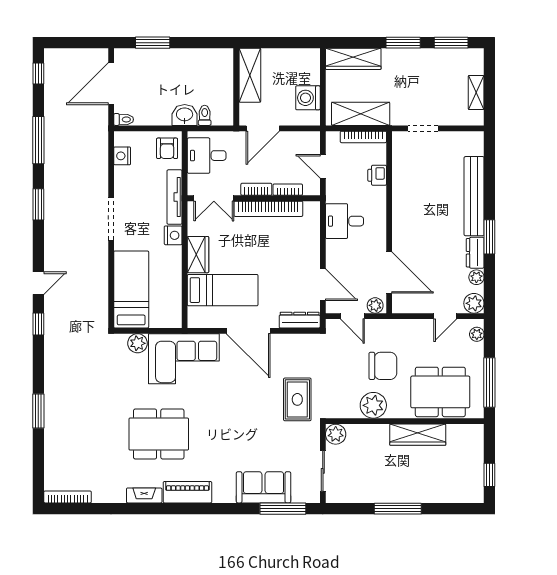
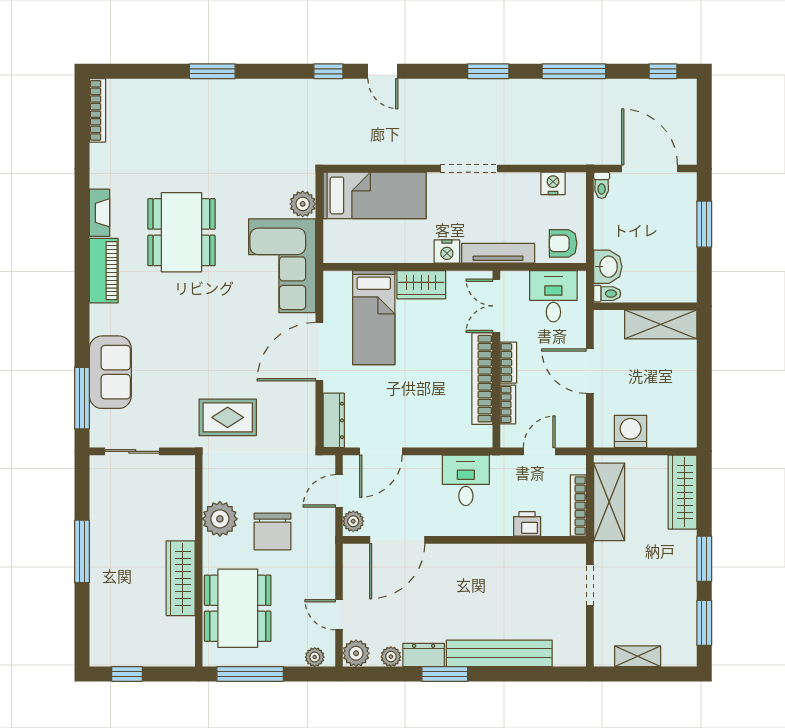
shelving: (250, 75) -> (661, 324), moved
wall: (236, 87) -> (645, 306), moved
plant: (336, 434) -> (181, 469), removed

